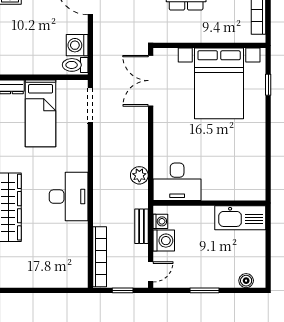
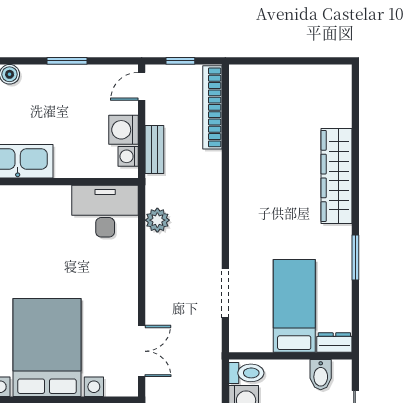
bidet: (21, 64) -> (321, 375), added
double door: (151, 81) -> (142, 351), width x0.73
doorway: (90, 105) -> (225, 293), moved
desk: (69, 197) -> (255, 191), removed

